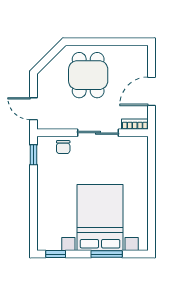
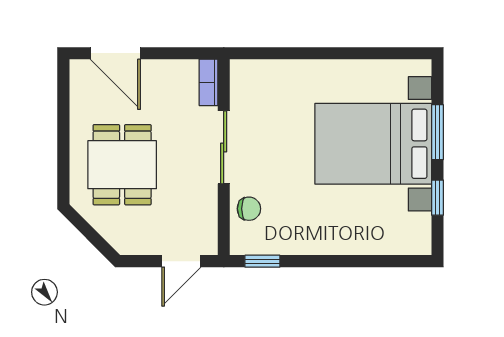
dining table: (88, 75) -> (122, 165), turned 90
door: (151, 91) -> (115, 53), moved
window: (56, 254) -> (438, 198), moved

